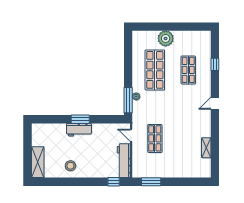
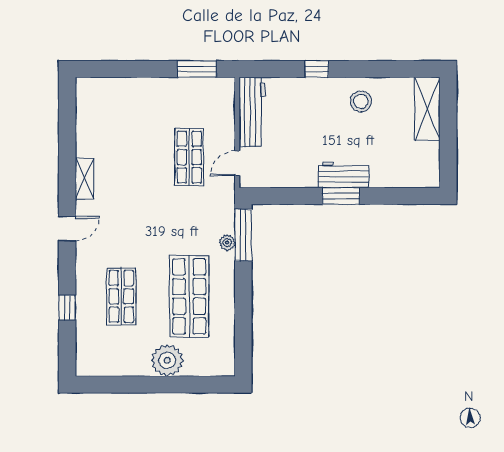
door: (131, 135) -> (237, 163), swing flipped
shelving: (206, 148) -> (85, 179), moved
window: (114, 182) -> (317, 69), moved

